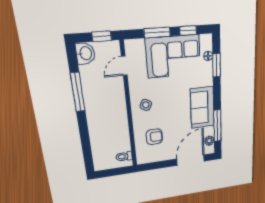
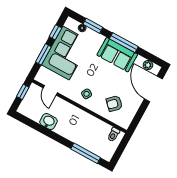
washbasin: (85, 53) -> (48, 122), moved
window: (78, 92) -> (86, 153), moved
window: (217, 126) -> (124, 43), moved
armchair: (154, 137) -> (114, 104), turned -134

